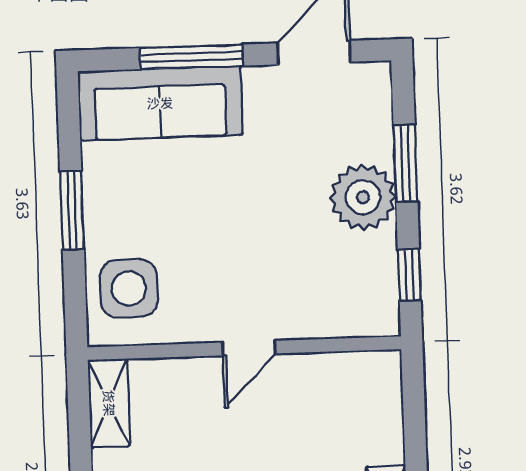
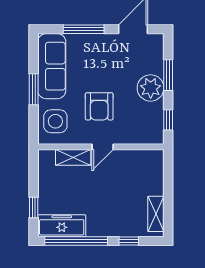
sofa: (160, 103) -> (52, 66), moved, turned -90
armchair: (237, 247) -> (99, 106), added
shelving: (109, 403) -> (73, 157), moved, turned 90

